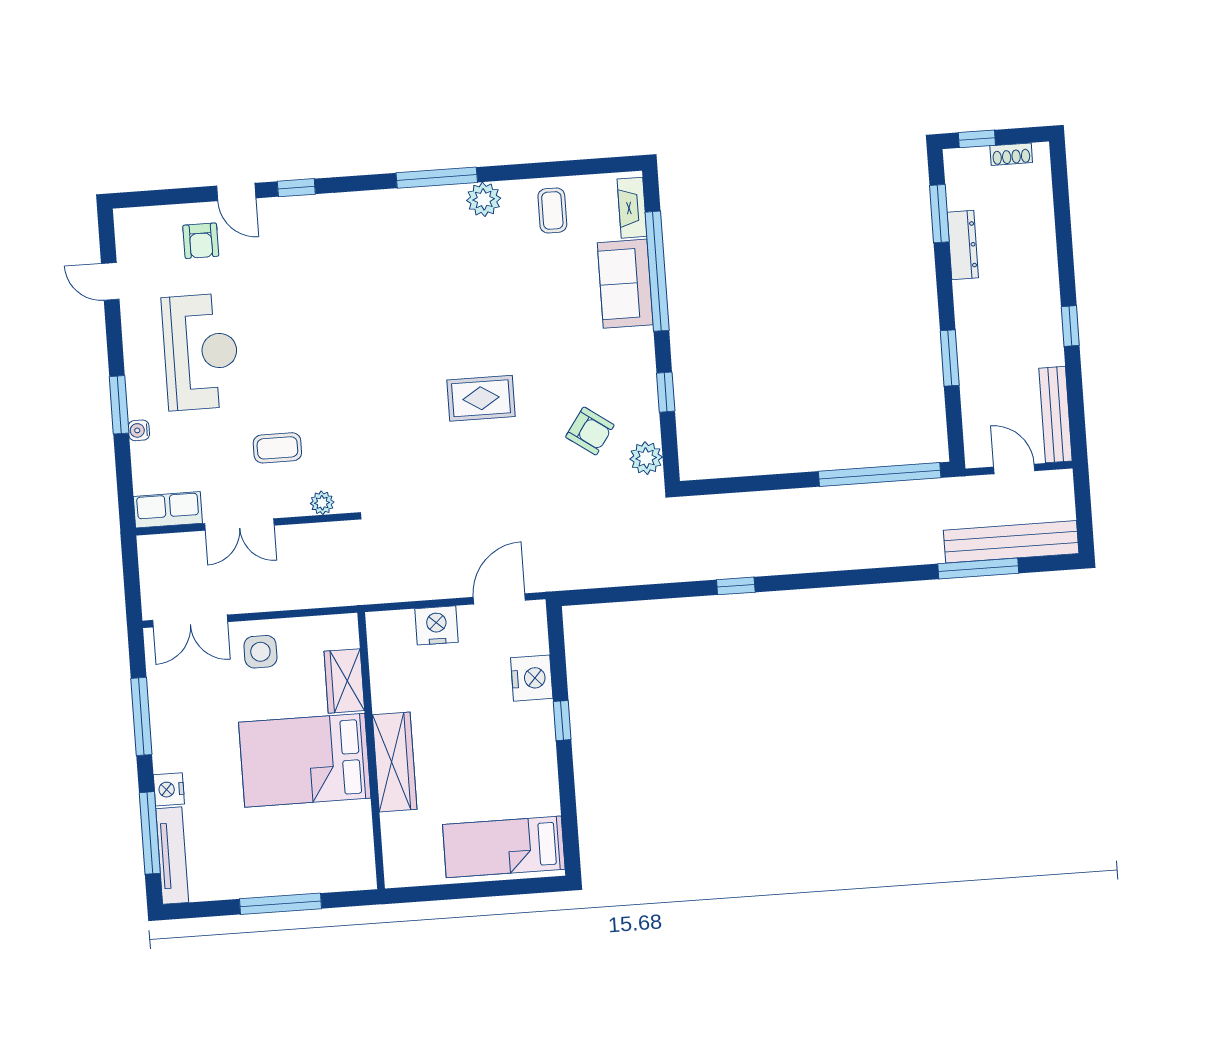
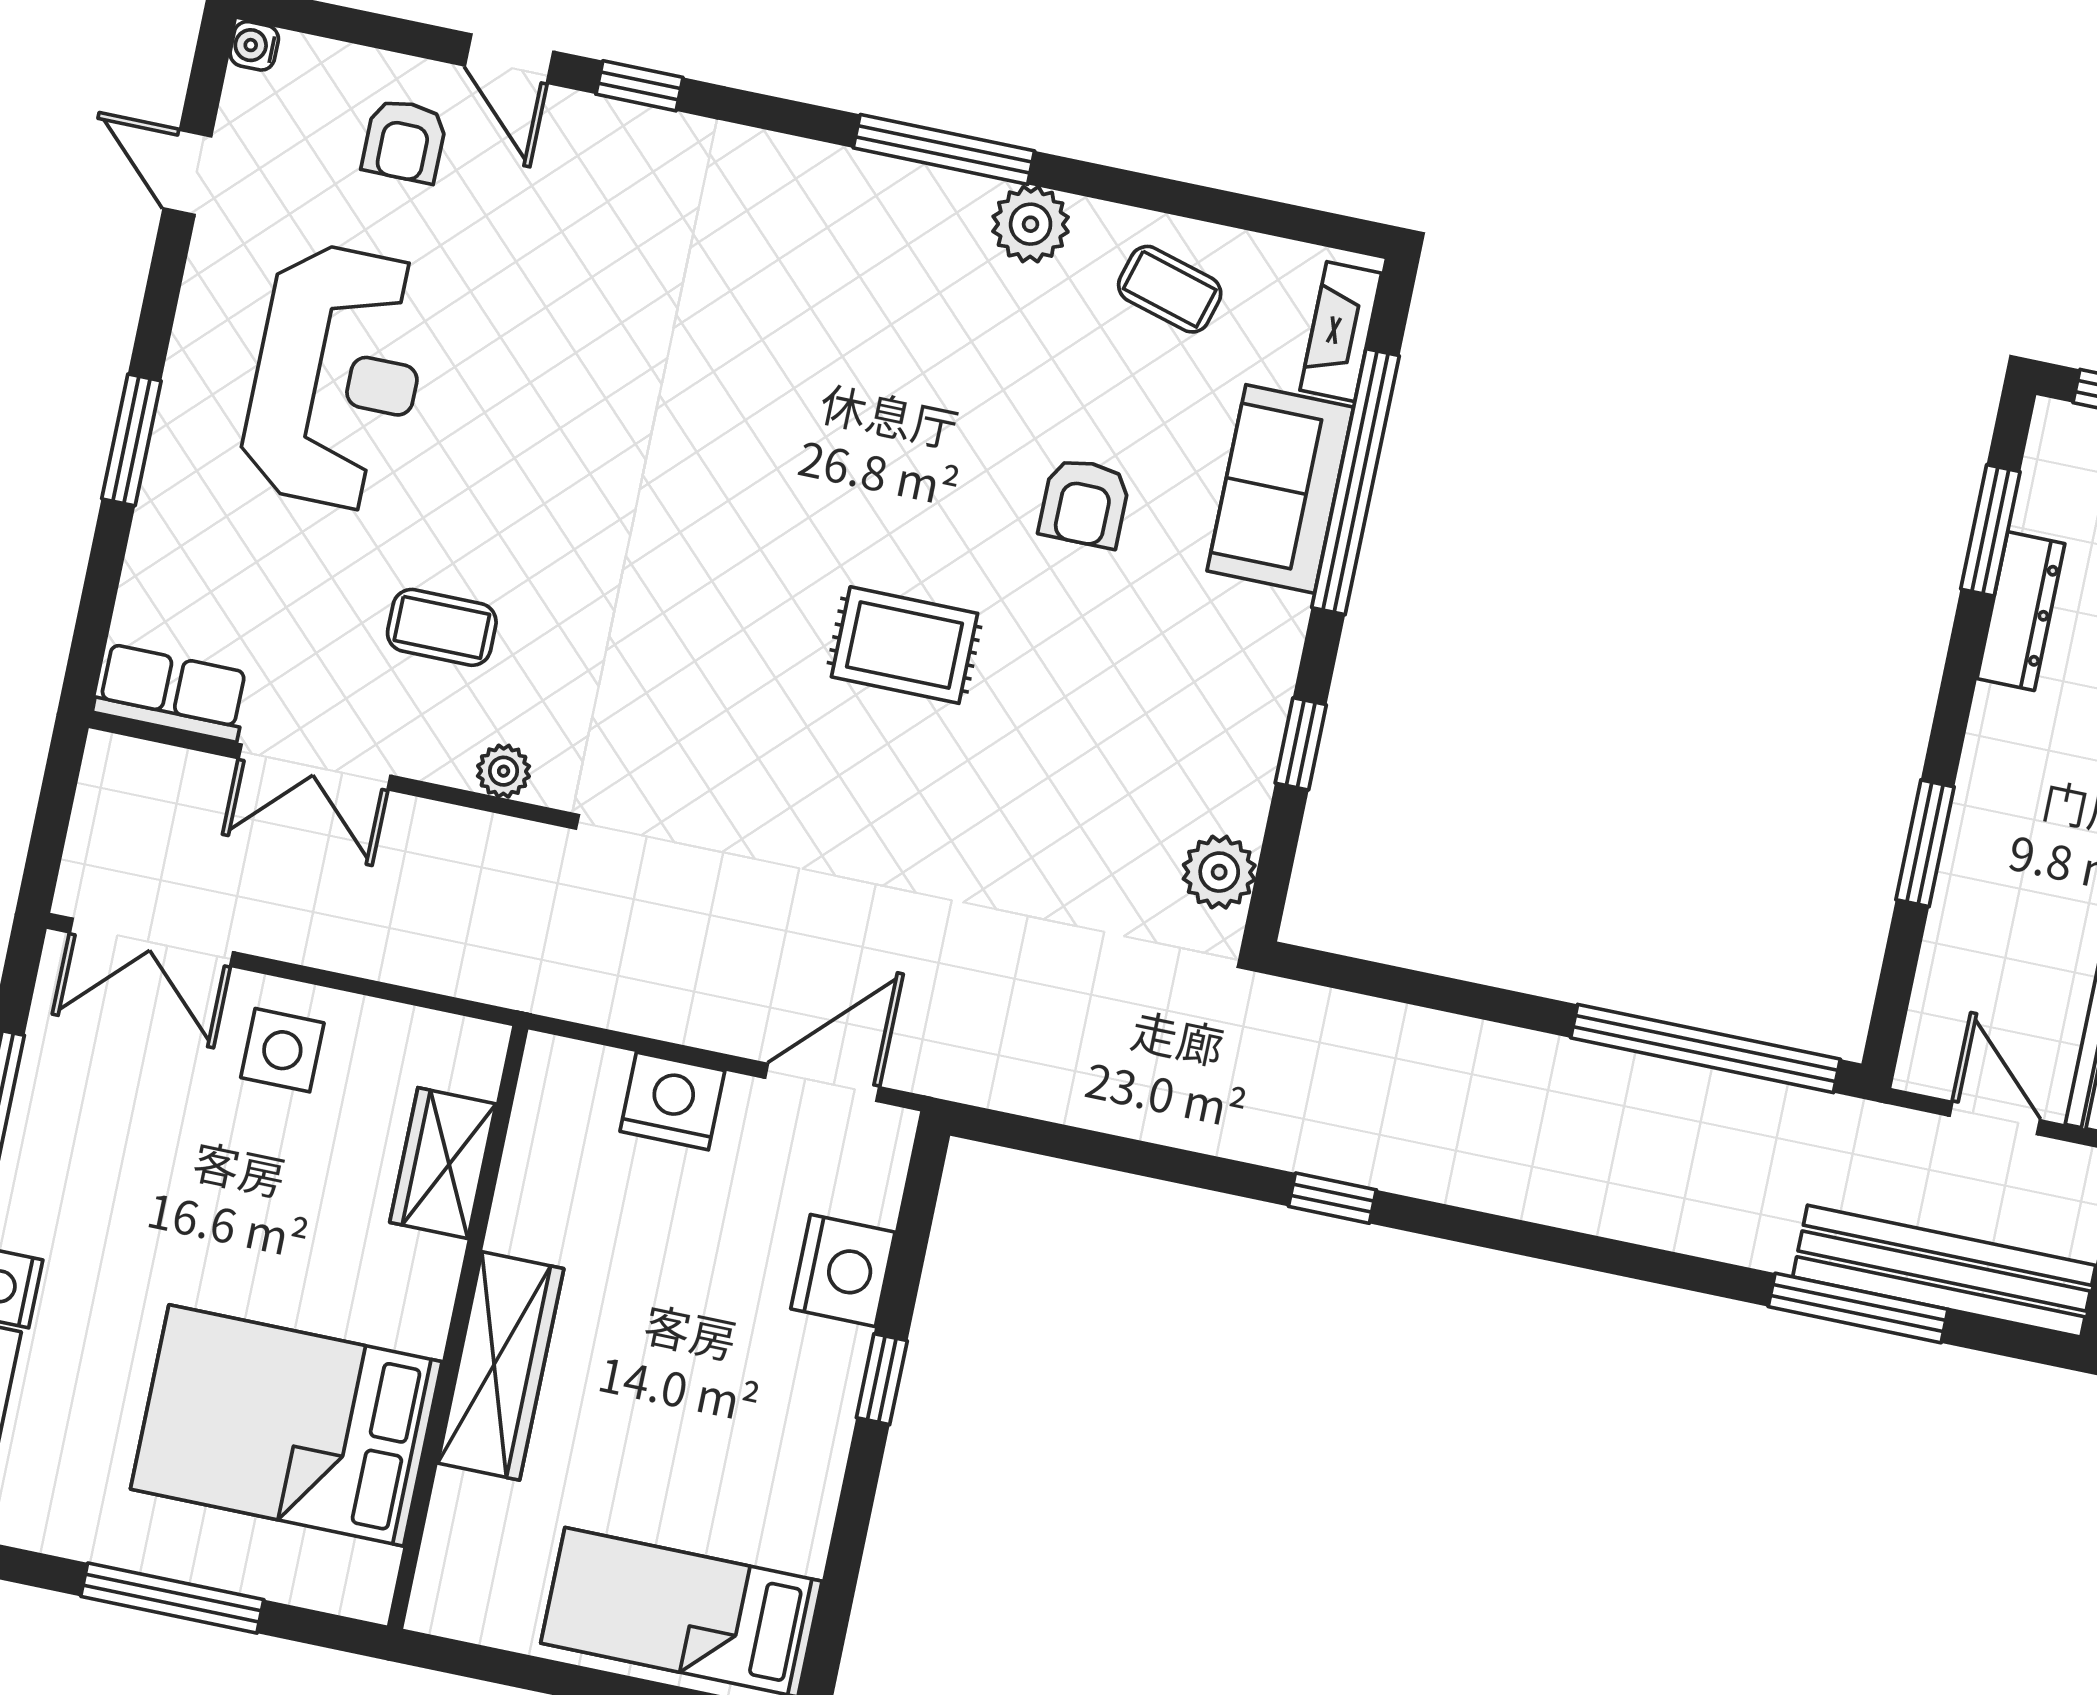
coffee table: (552, 210) -> (1170, 289), turned -74
water cooler: (139, 430) -> (254, 46), moved
armchair: (590, 431) -> (1085, 503), moved, turned 55
bed: (305, 760) -> (286, 1425), moved

